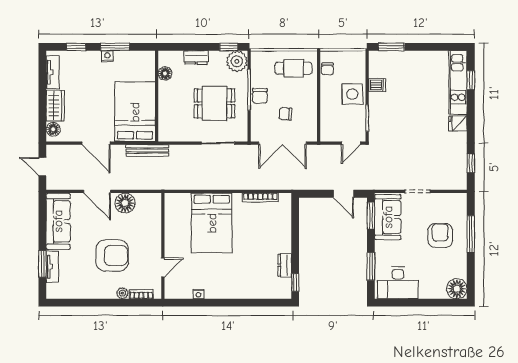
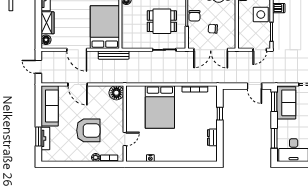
floor lamp: (125, 203) -> (116, 93), moved
window: (295, 282) -> (220, 114), moved

